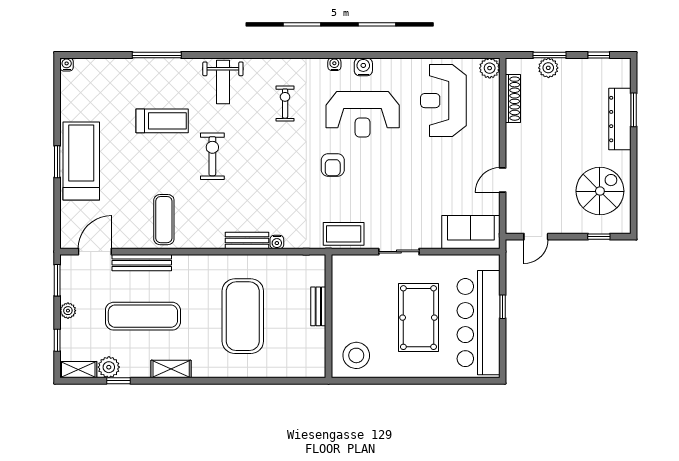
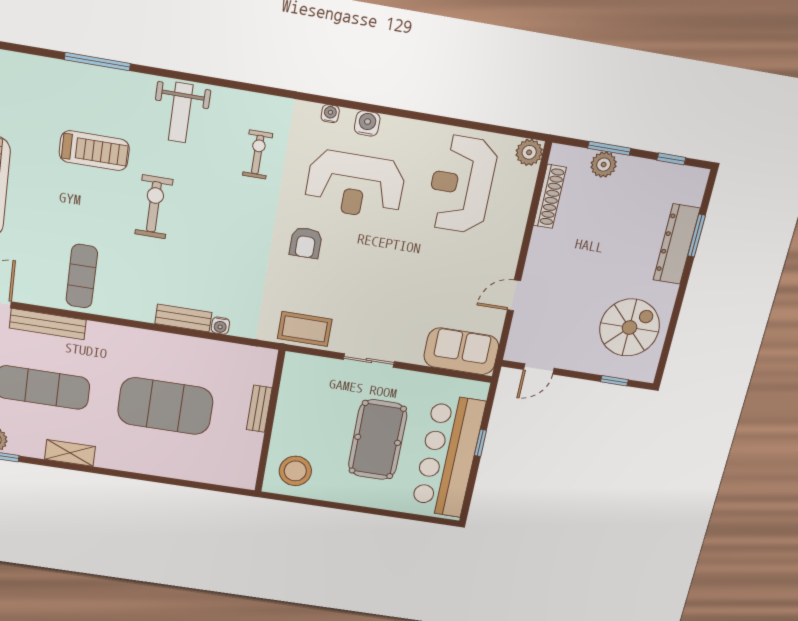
exercise mat: (243, 316) -> (165, 406), turned 90

